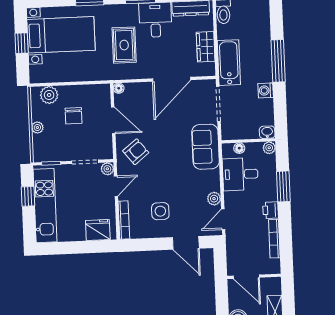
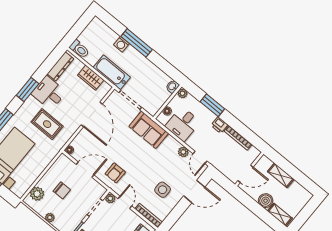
washing machine: (266, 90) -> (121, 44), moved
armchair: (136, 152) -> (115, 173), turned -141

